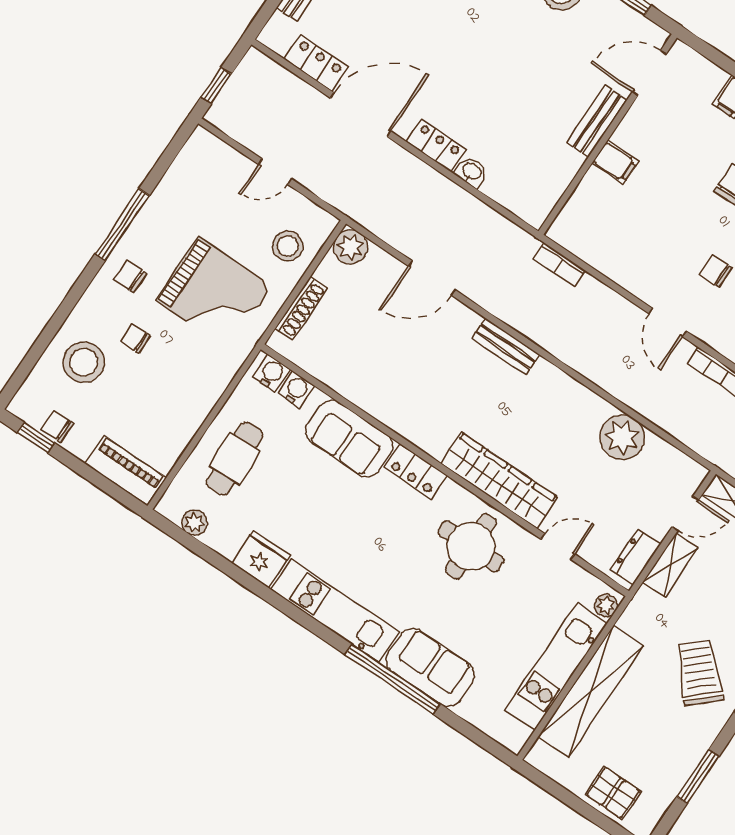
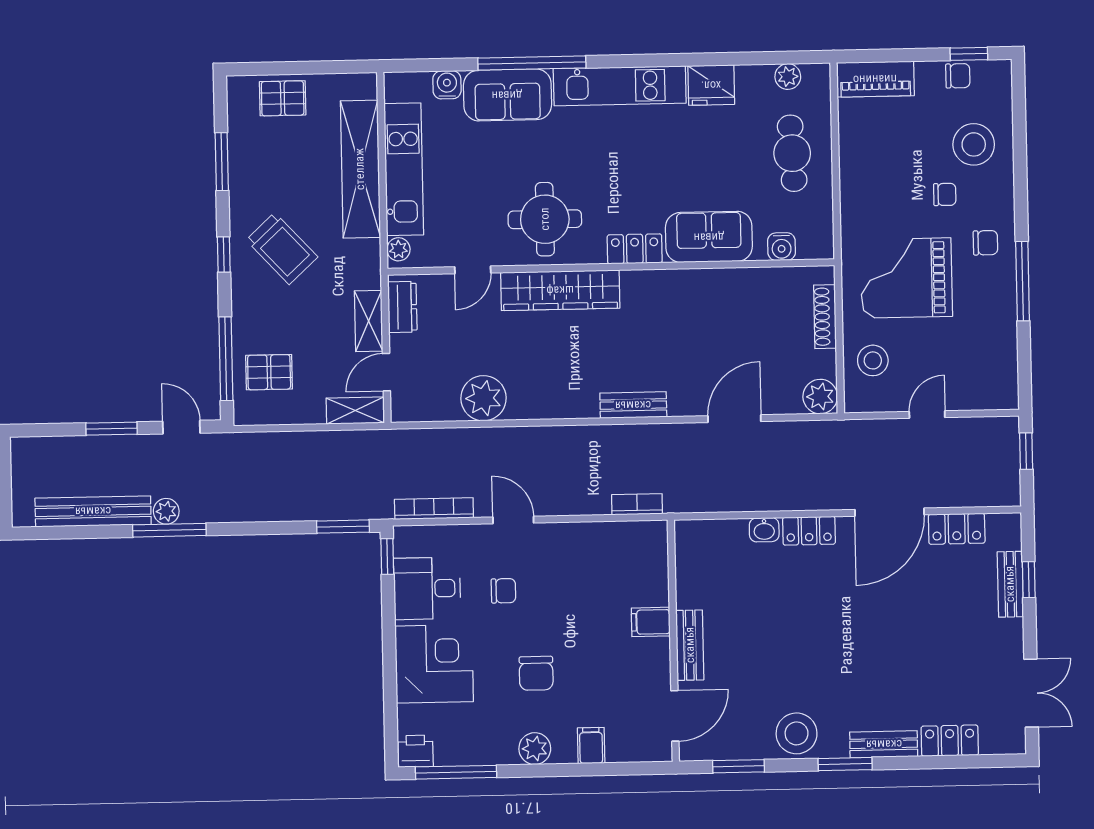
water cooler: (272, 373) -> (447, 85), moved, turned 180

